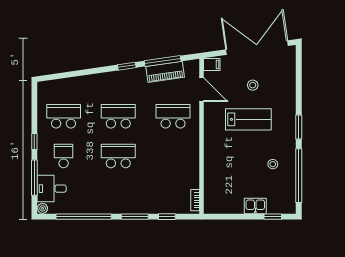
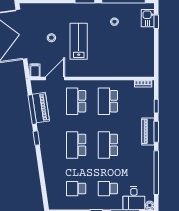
school desk: (64, 116) -> (76, 189), width x0.54
school desk: (173, 156) -> (108, 101), added
piano: (135, 206) -> (148, 131), added
kitchen sink: (255, 206) -> (148, 18), moved

